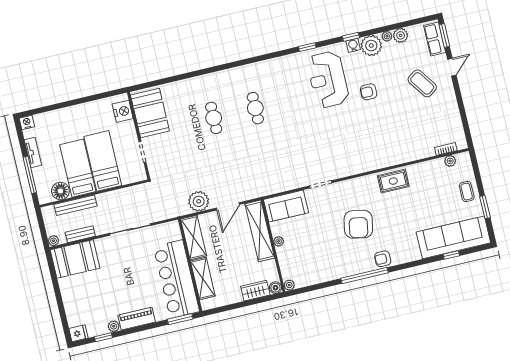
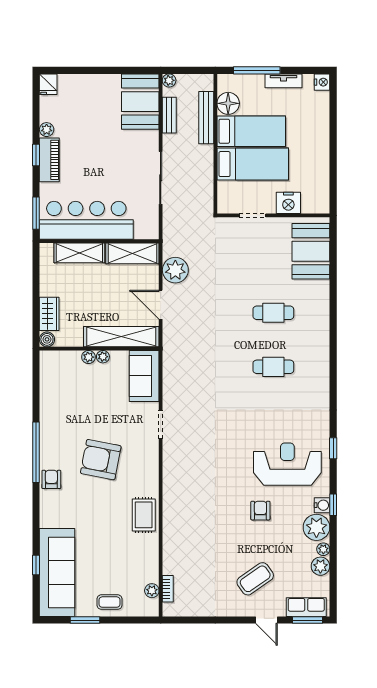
nightstand: (123, 111) -> (288, 203), moved
booth: (150, 113) -> (311, 251), moved, turned 90
plant: (289, 285) -> (88, 357), moved
window: (103, 337) -> (36, 155), moved

